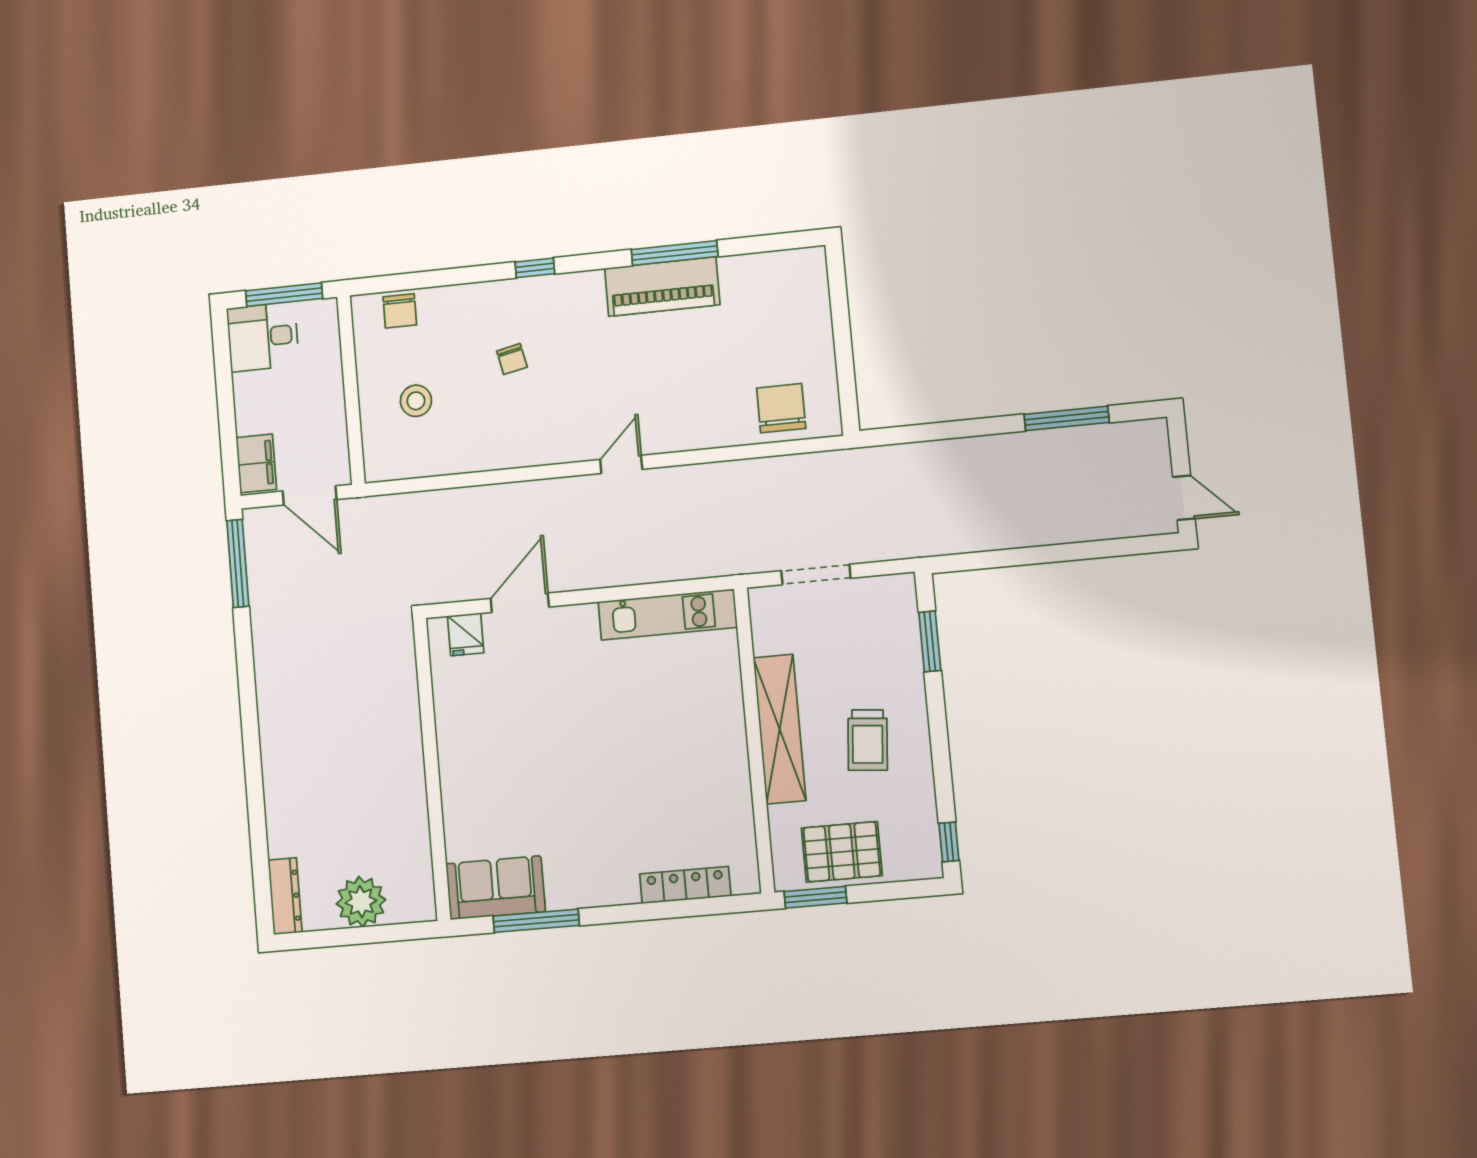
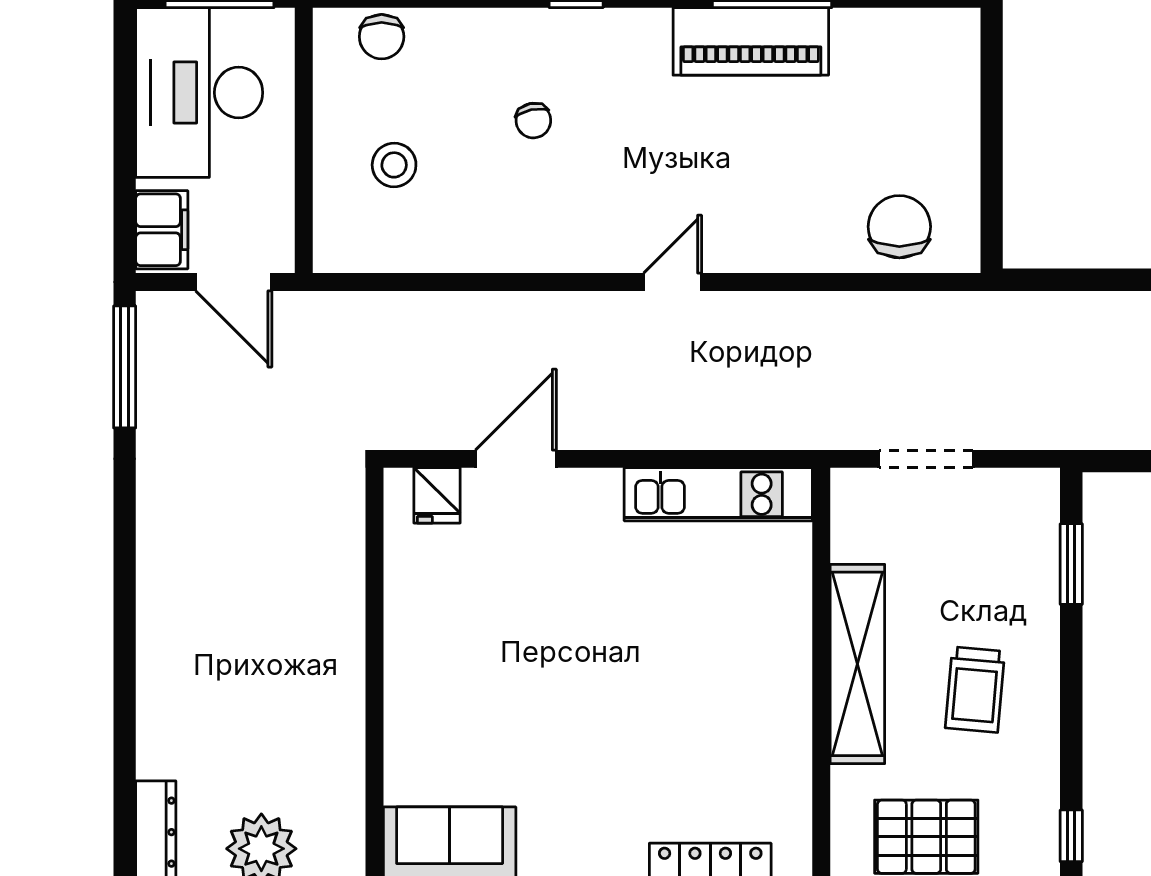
desk: (263, 337) -> (199, 93), width x1.87, depth x1.30

